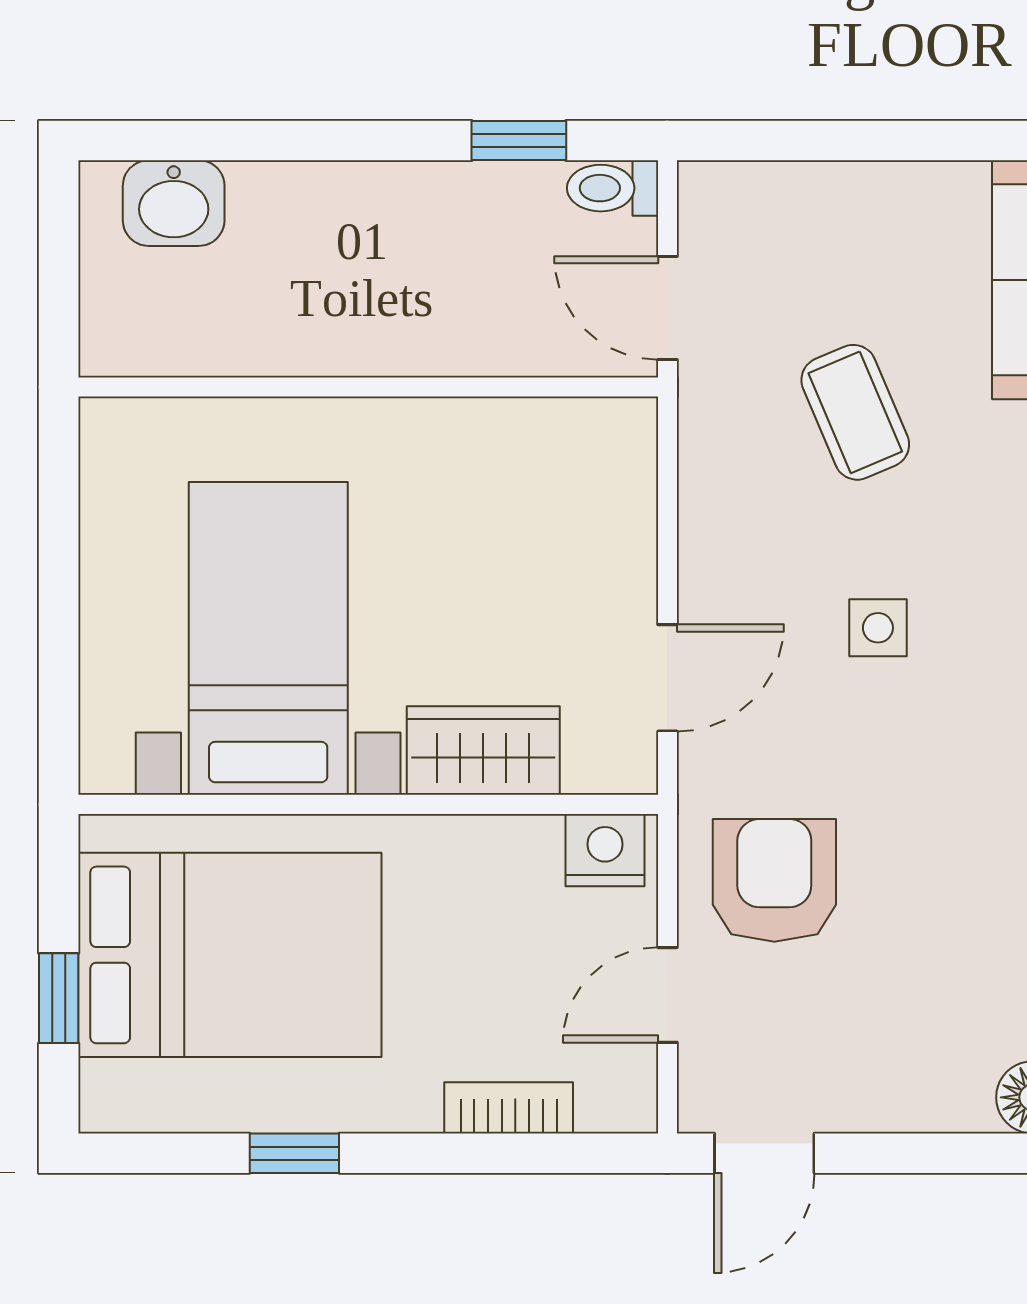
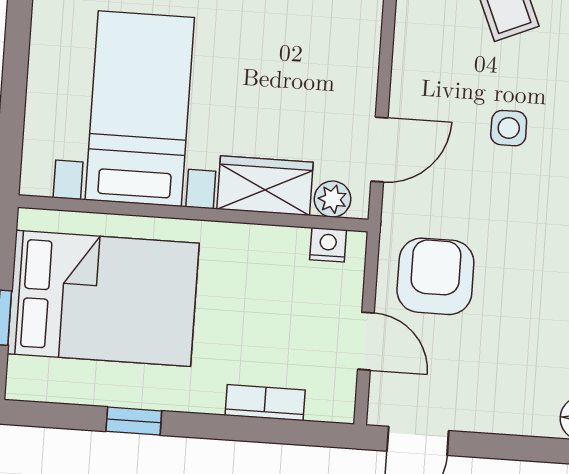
plant: (596, 765) -> (332, 199), added
nightstand: (605, 850) -> (328, 245), width x0.72, depth x0.74
door: (667, 995) -> (366, 341), swing flipped

